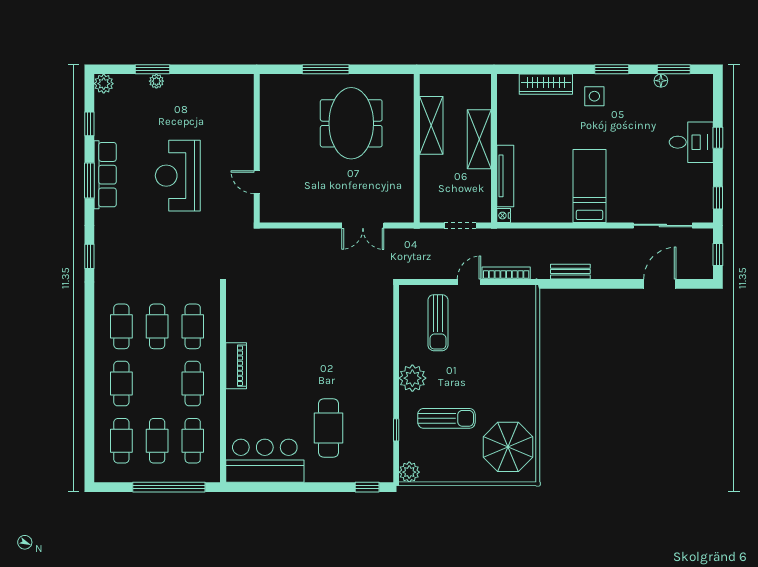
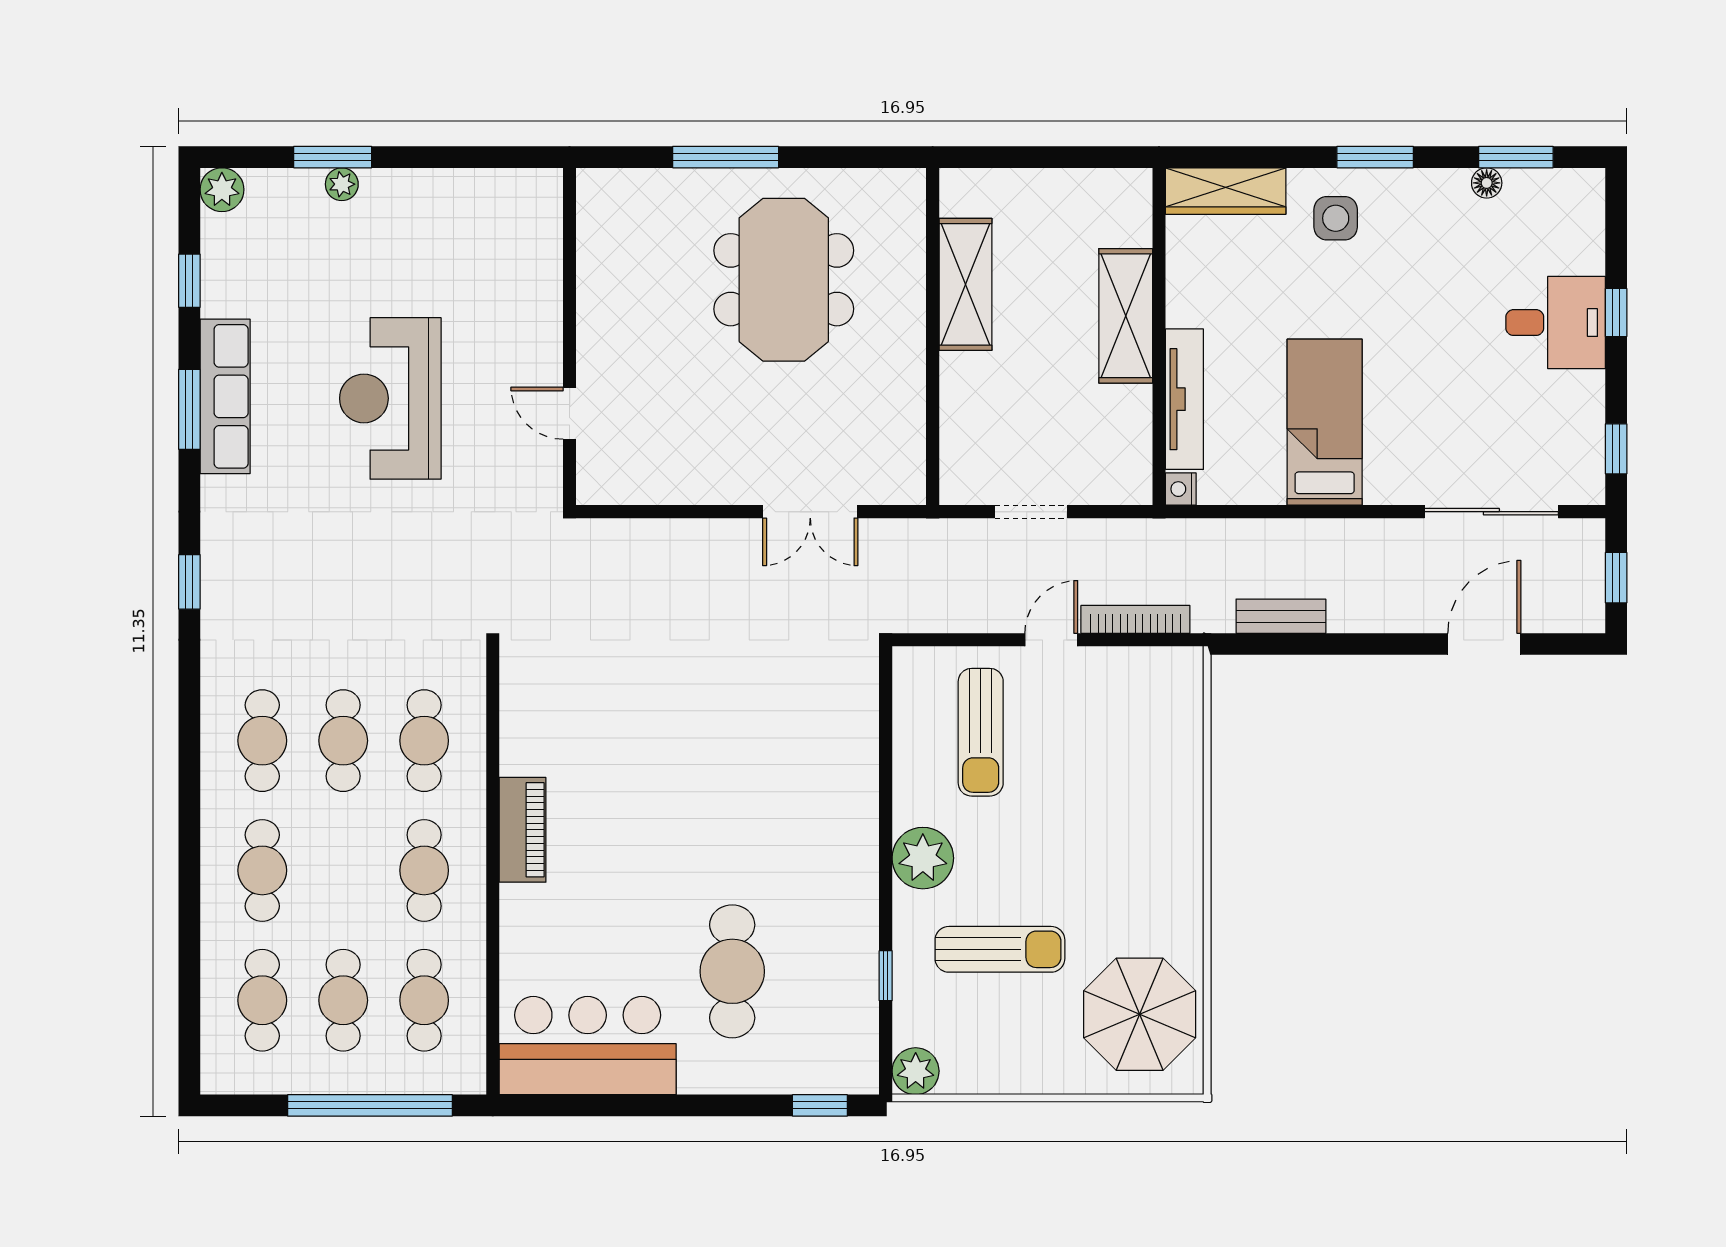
shelving: (479, 139) -> (1126, 316), moved
wall: (494, 148) -> (1159, 336), moved
tv unit: (505, 176) -> (1184, 399), moved
nightstand: (504, 216) -> (1181, 489), moved

